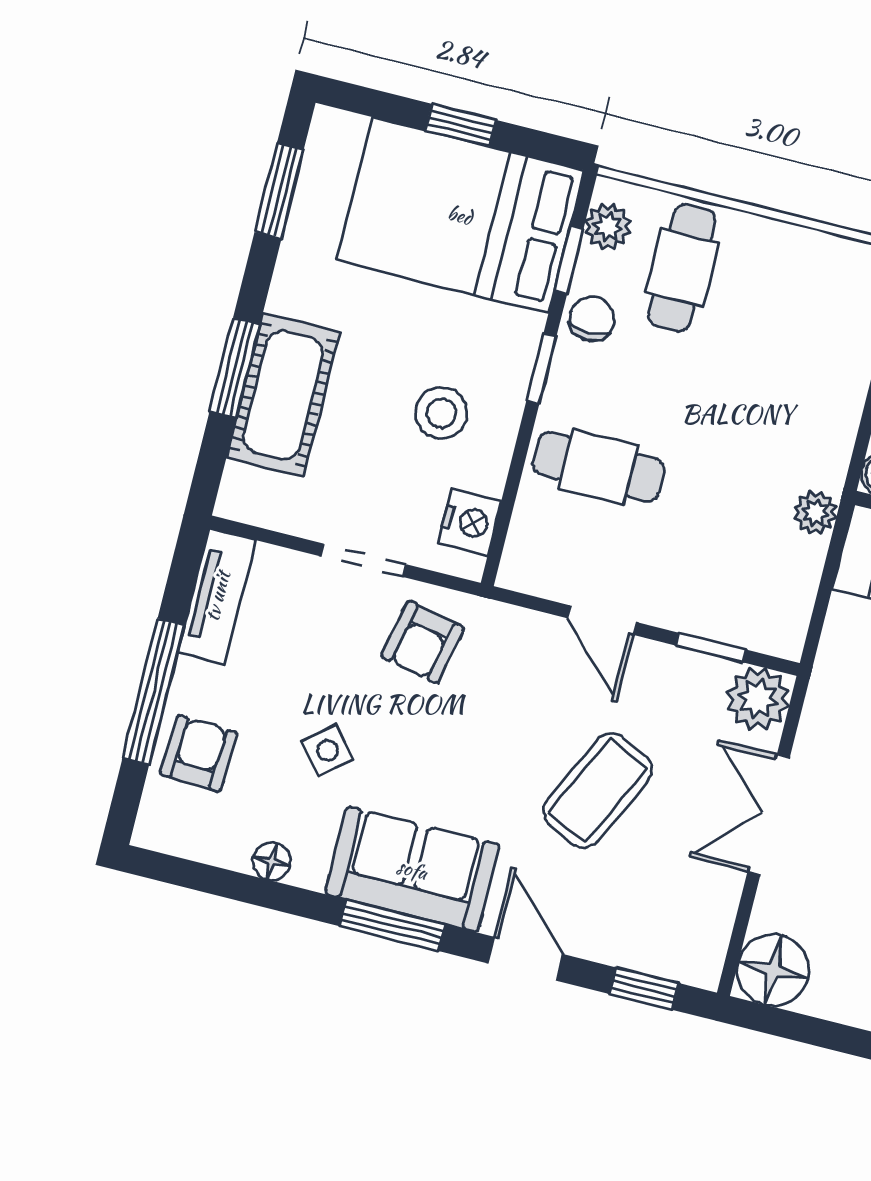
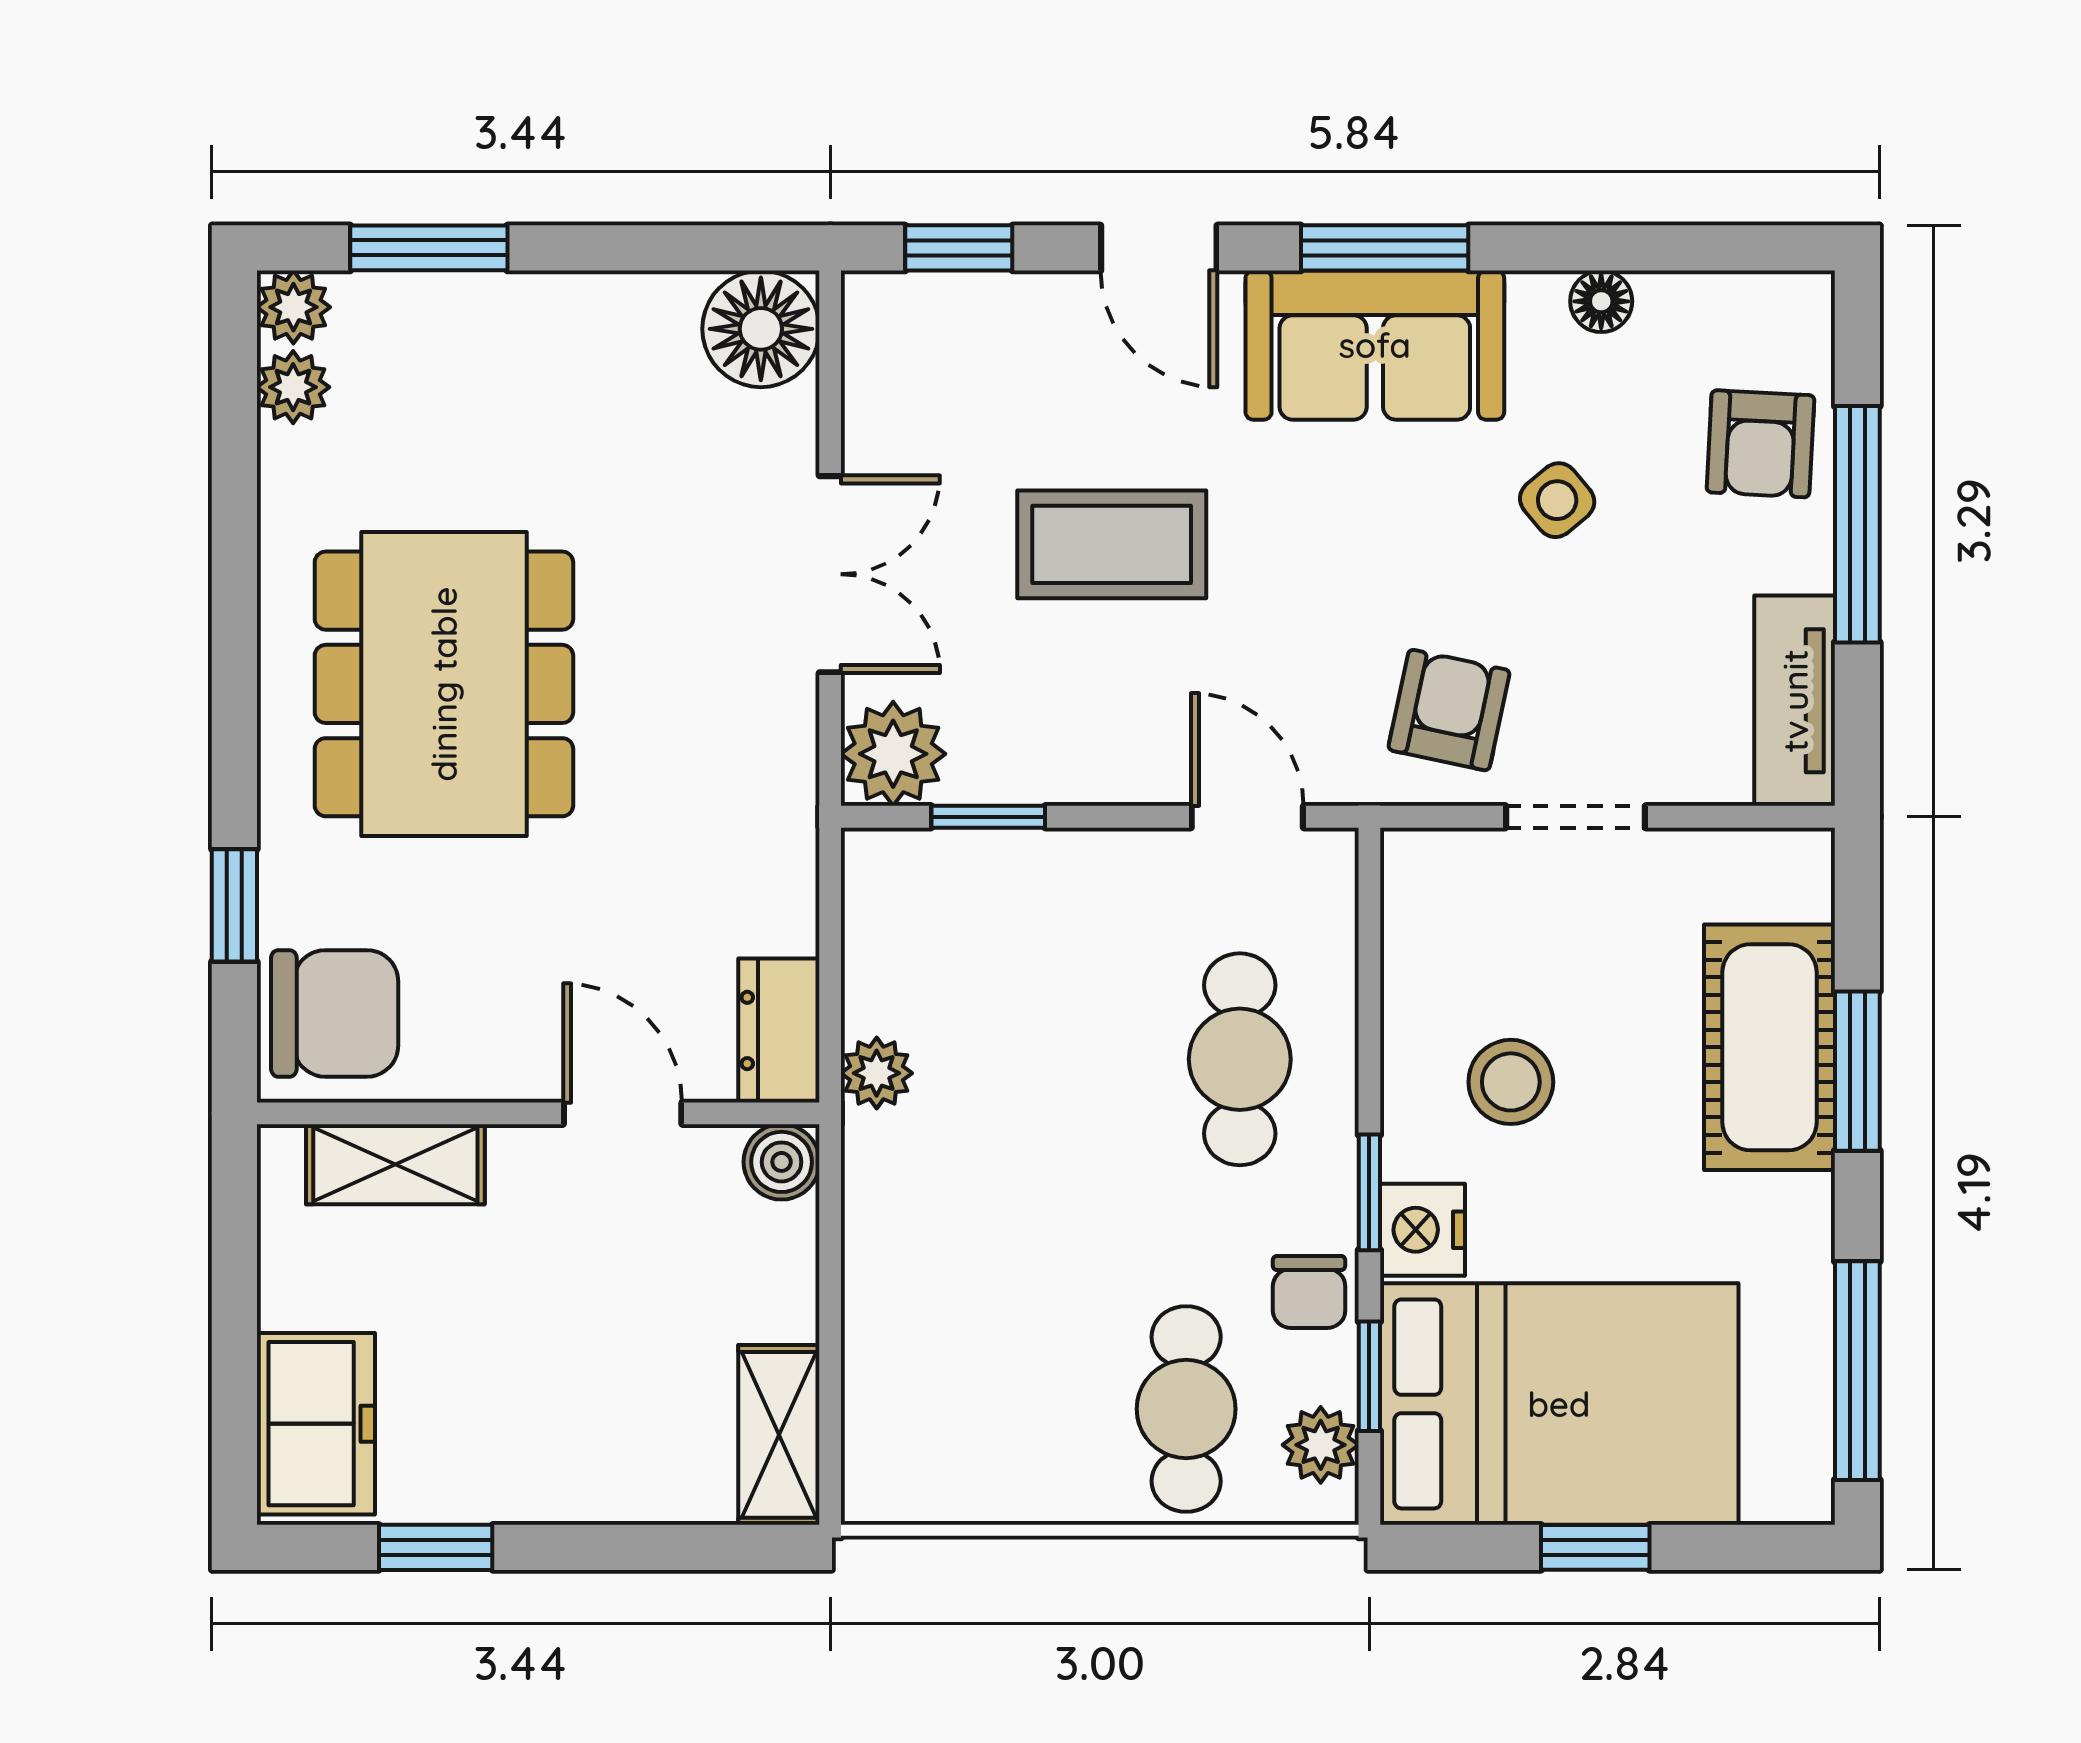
window: (279, 191) -> (1857, 1371), width x1.44
cafe table: (598, 467) -> (1240, 1059), turned 90
nightstand: (470, 522) -> (1423, 1230), moved
door: (602, 620) -> (1247, 817), moved
coffee table: (598, 790) -> (1112, 544), turned 64

